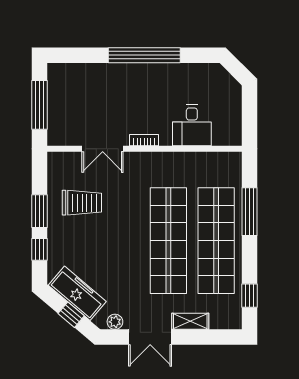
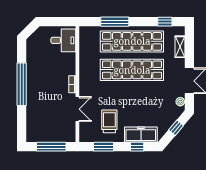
desk: (192, 125) -> (63, 40), moved
window: (39, 211) -> (103, 147), moved
freezer: (77, 293) -> (141, 134), moved, turned 50
shelving: (190, 321) -> (180, 47), moved

